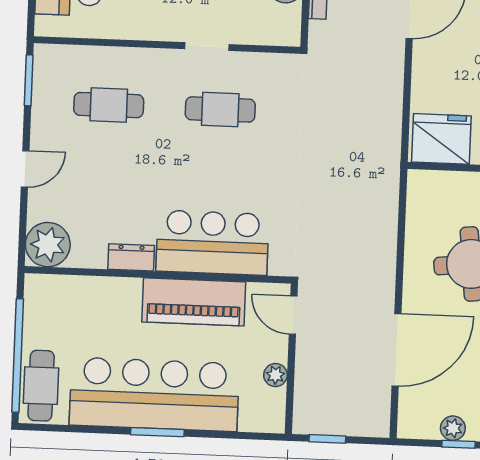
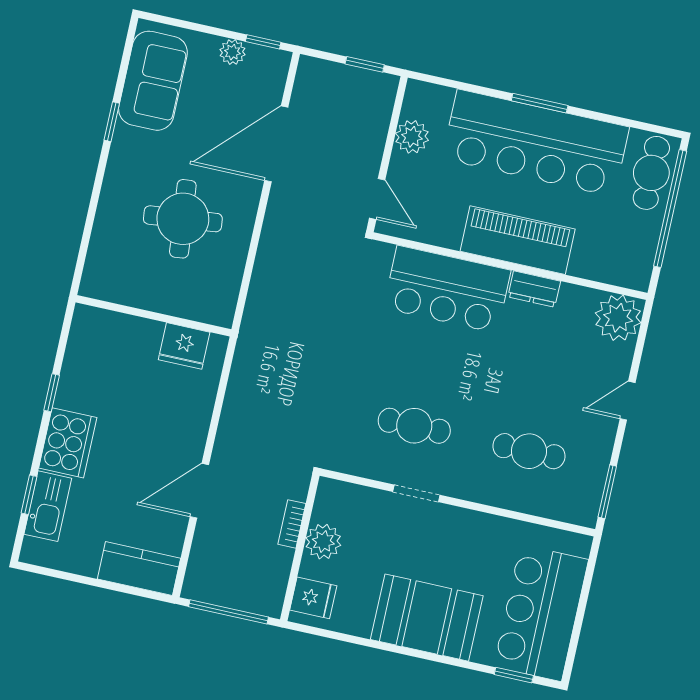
fridge: (441, 139) -> (184, 346), width x0.73, depth x0.75
piano: (194, 302) -> (518, 240), moved
plant: (275, 375) -> (412, 137), width x1.38, depth x1.38
window: (458, 444) -> (263, 42), moved

